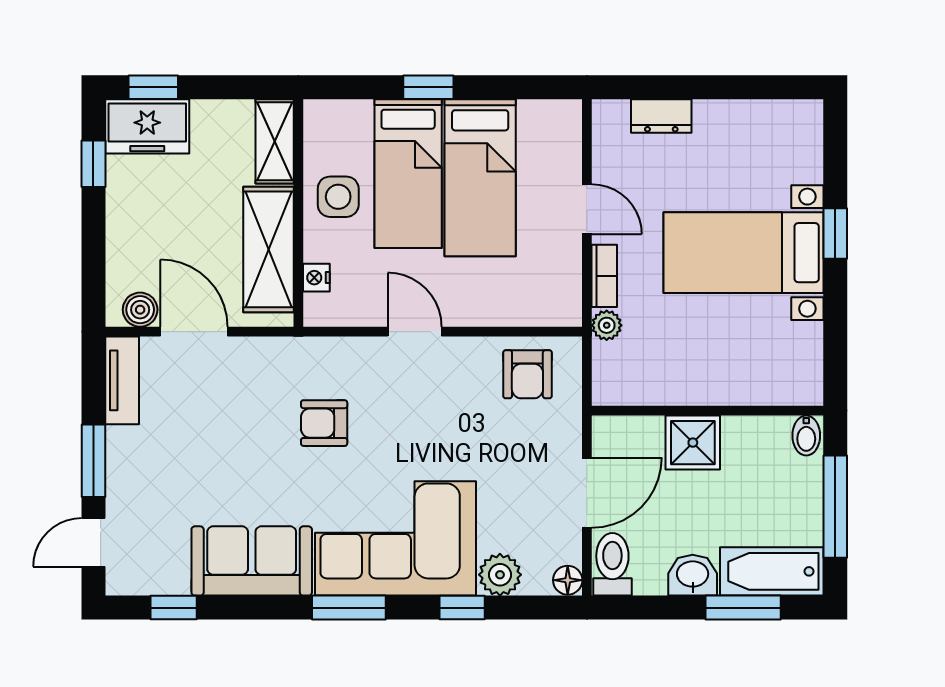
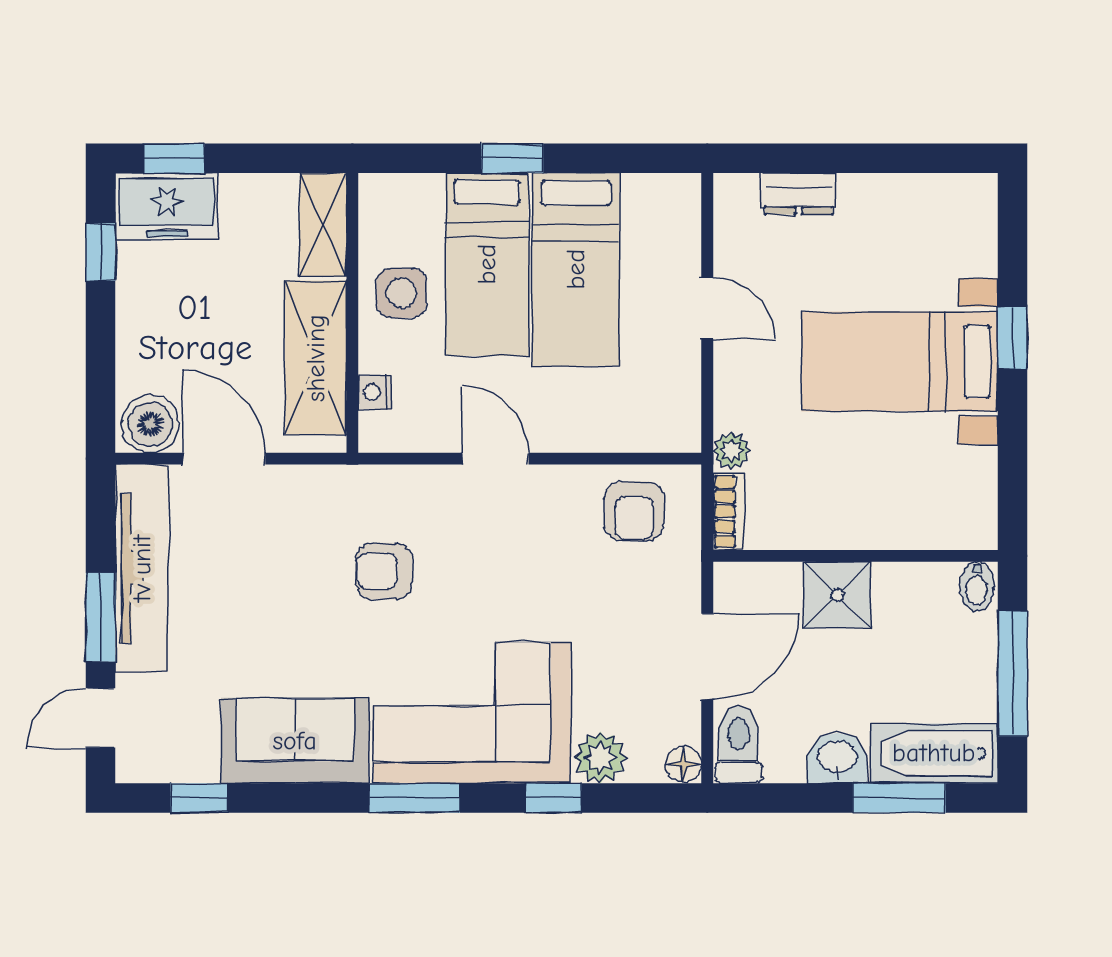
bookcase: (604, 276) -> (728, 512), moved
boiler: (140, 310) -> (150, 424), width x1.36, depth x1.36
tv unit: (122, 380) -> (142, 568), width x1.92, depth x1.29

